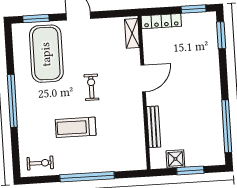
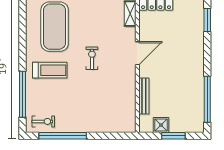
window: (12, 101) -> (22, 94), moved
treadmill: (76, 127) -> (50, 70), moved, turned 180
window: (87, 177) -> (63, 136), moved

